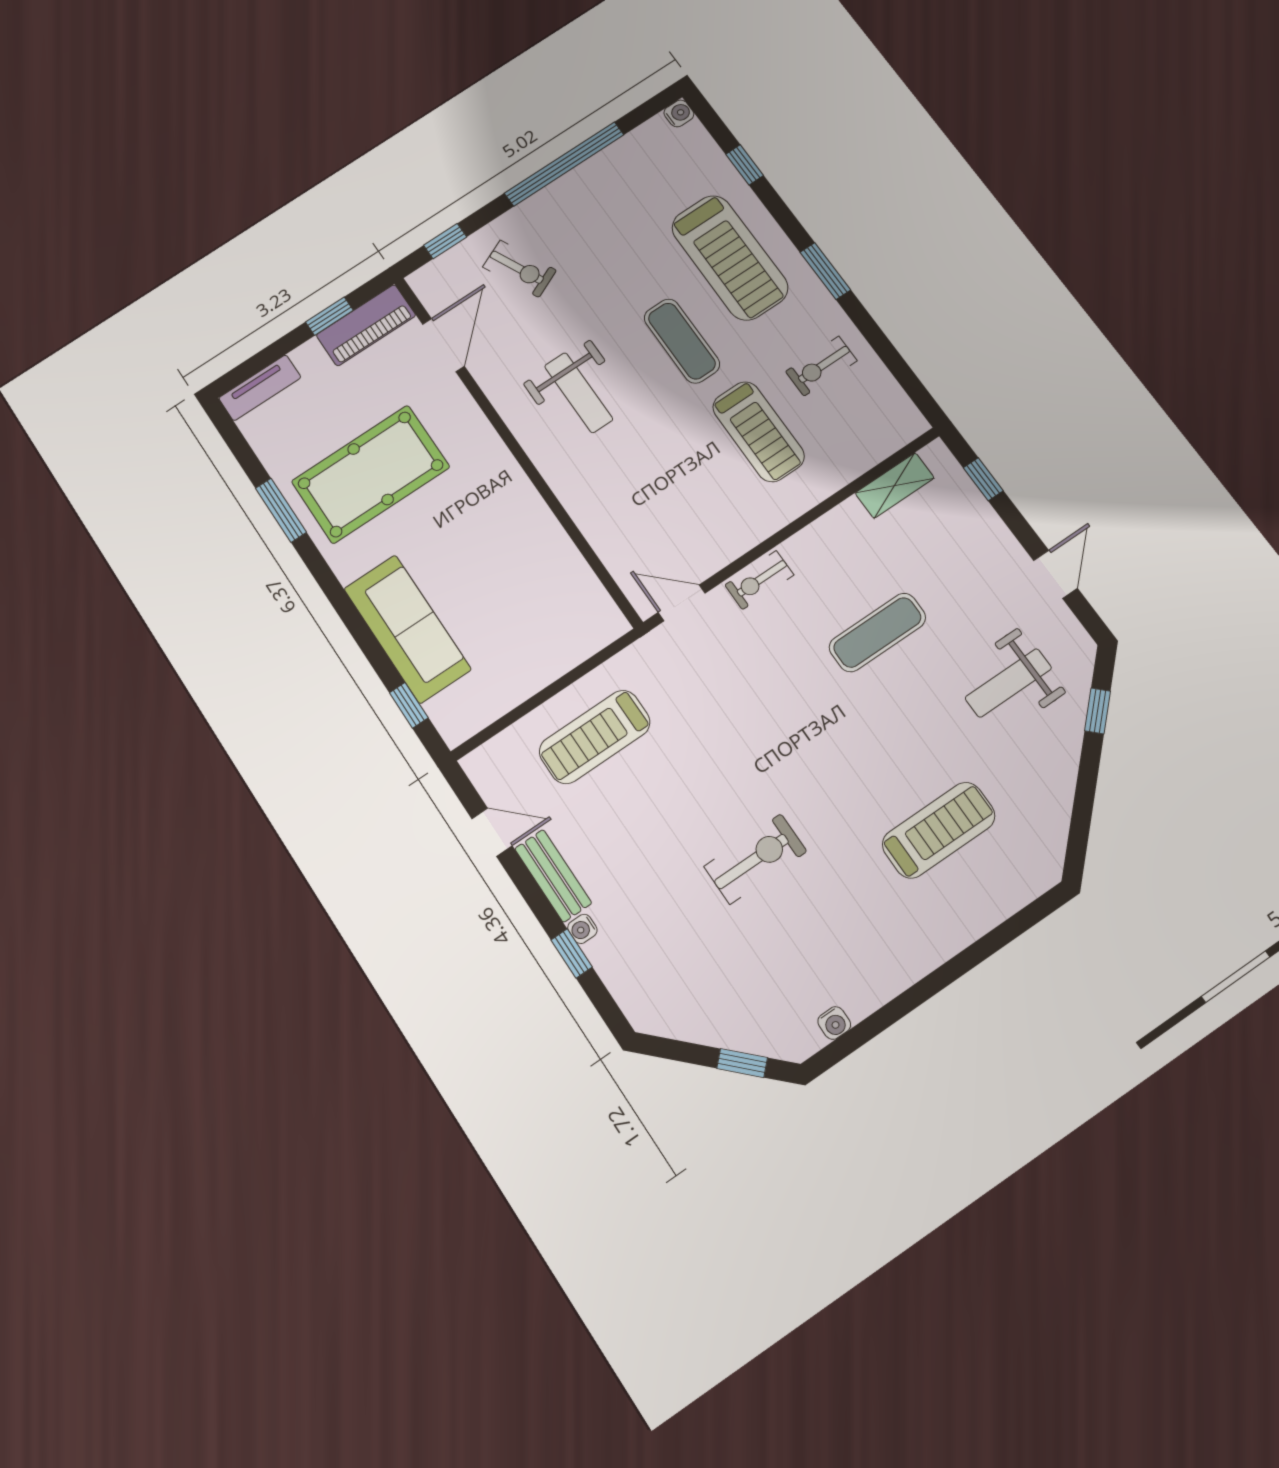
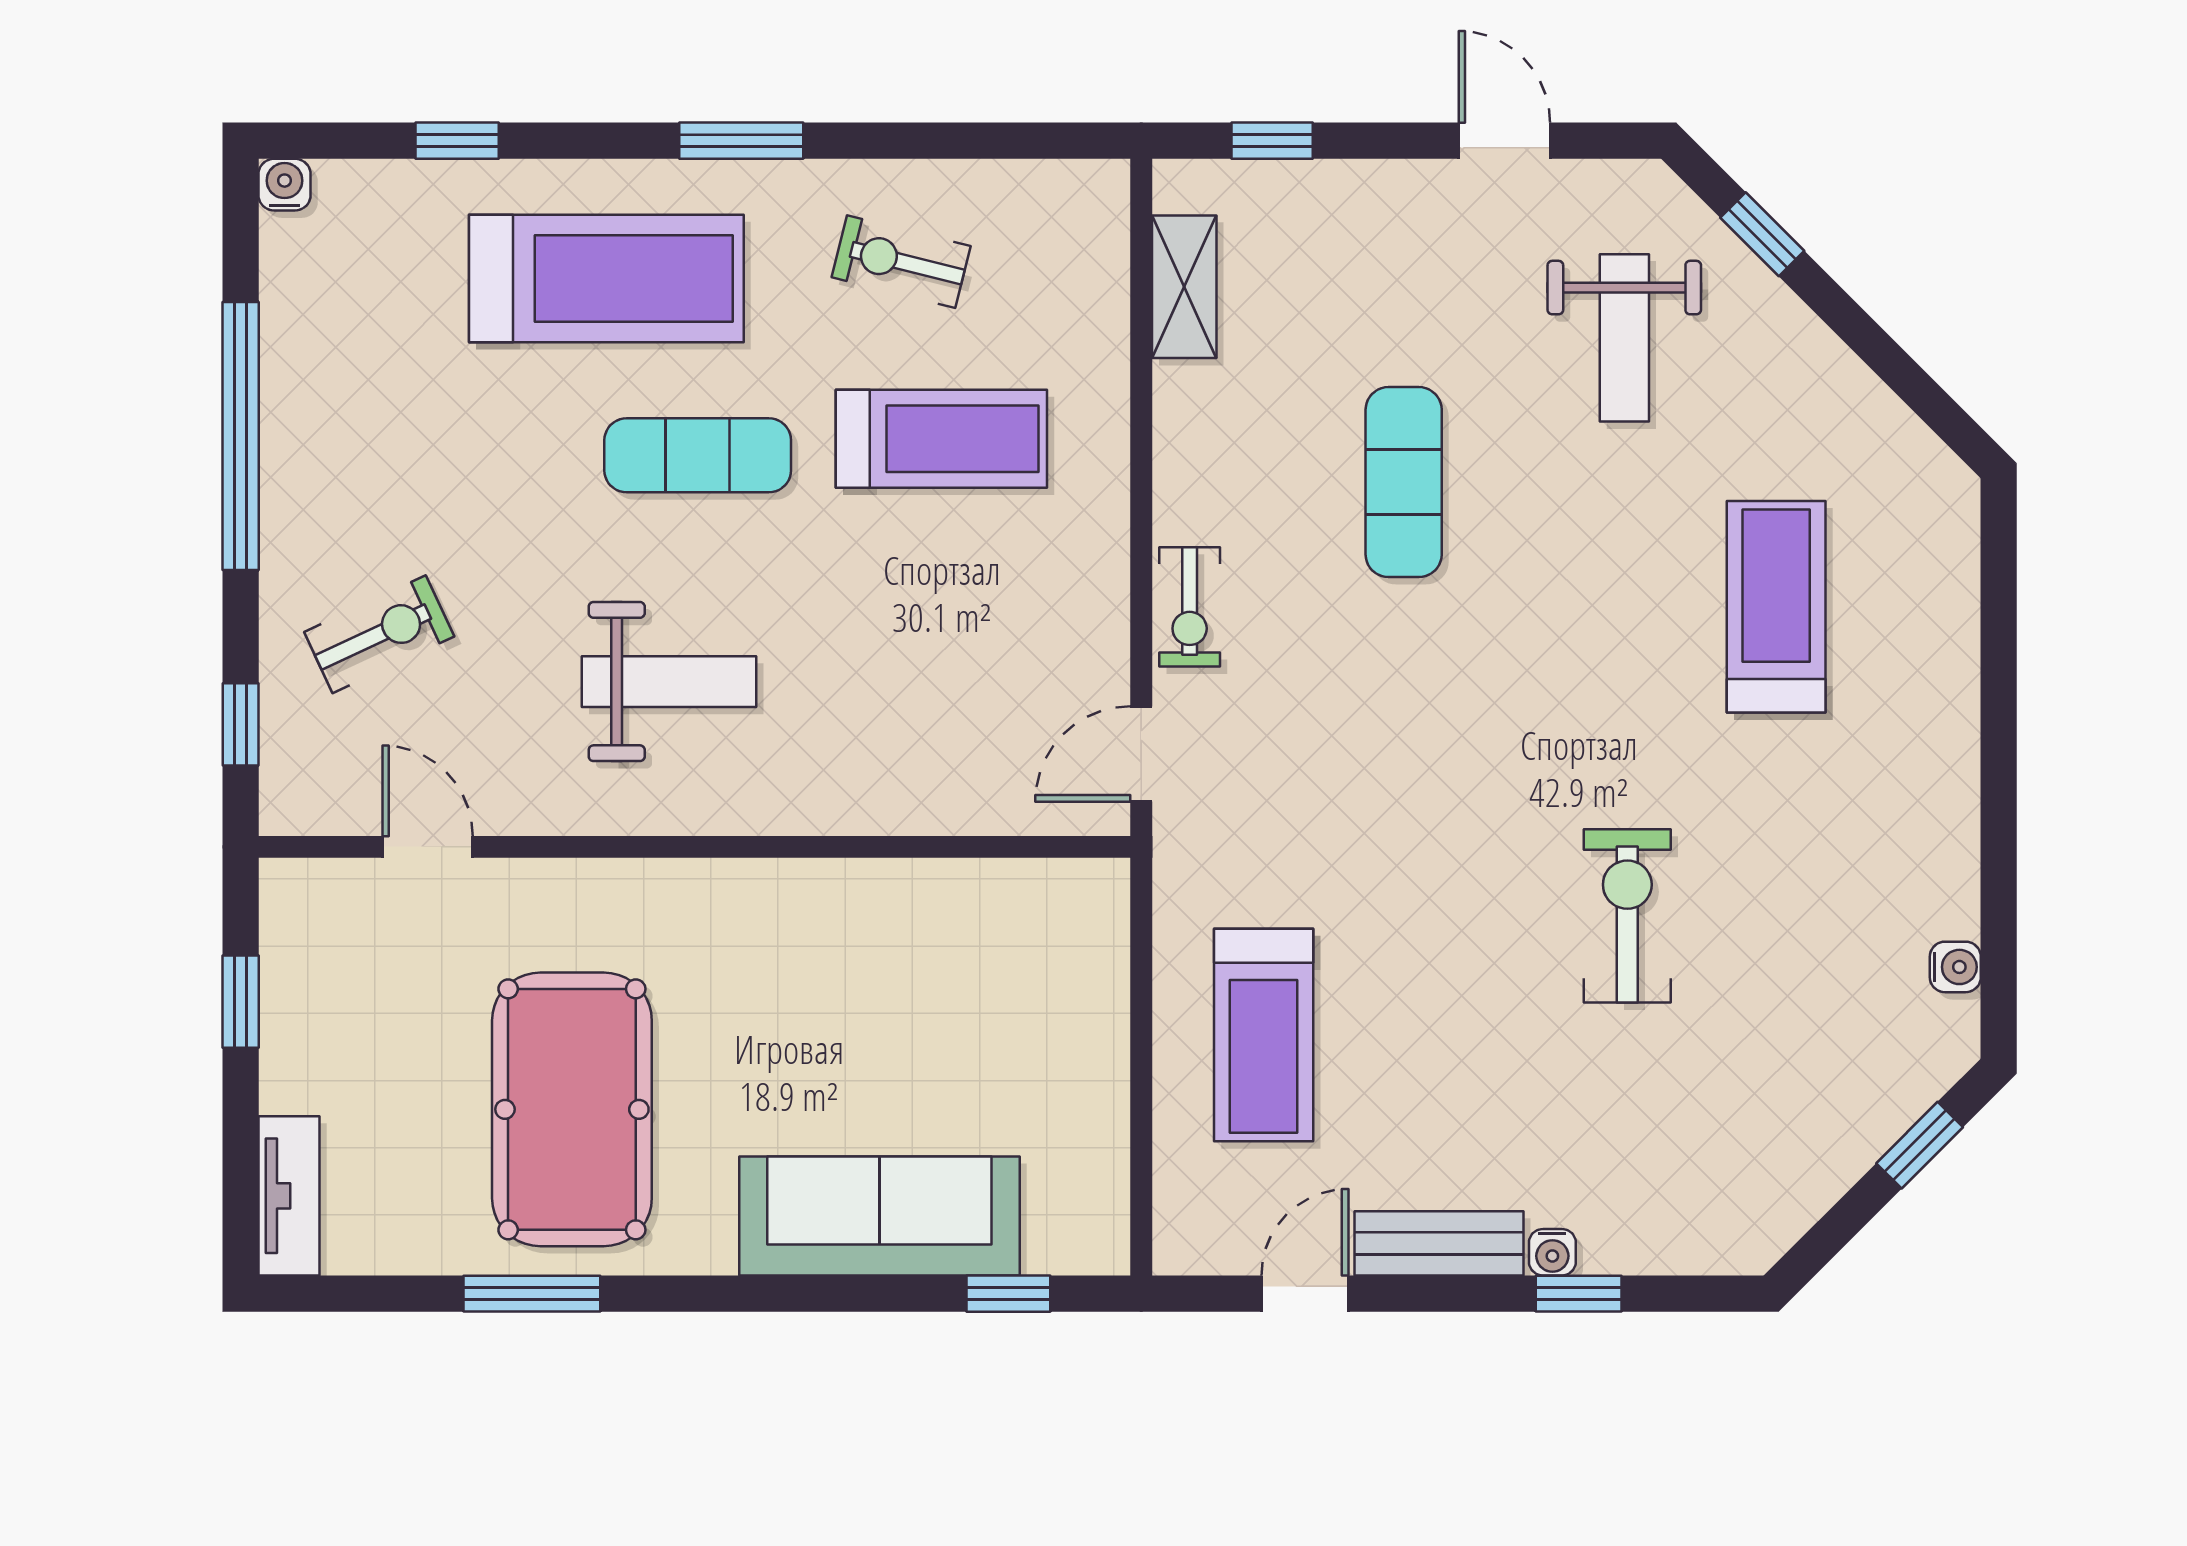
piano: (366, 325) -> (300, 951), removed
door: (443, 345) -> (428, 847), width x0.73
exercise bike: (821, 366) -> (901, 262), turned 104

